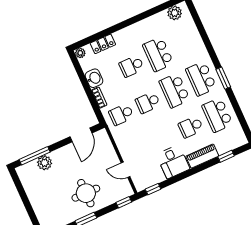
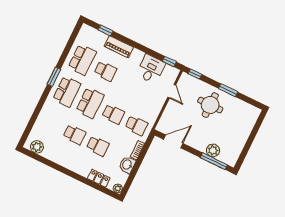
school desk: (158, 54) -> (74, 135), width x0.54
desk: (173, 162) -> (151, 69), moved

